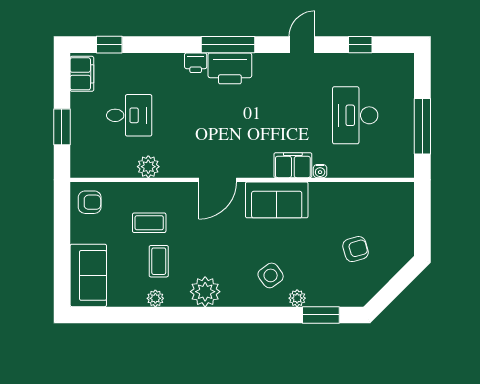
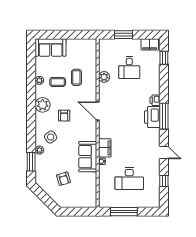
desk: (355, 115) -> (129, 179), turned 180
sofa: (277, 200) -> (88, 157), moved
armchair: (90, 202) -> (64, 116), moved

